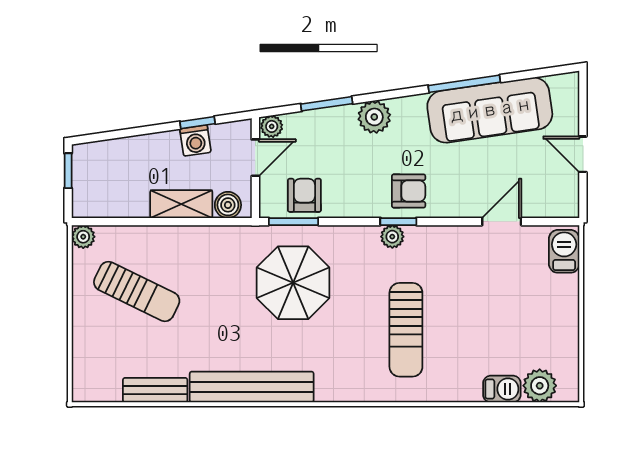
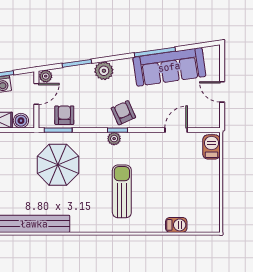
armchair: (409, 191) -> (123, 113), turned -114
sun lounger: (406, 330) -> (122, 191), turned 180
plant: (540, 386) -> (198, 223), removed

